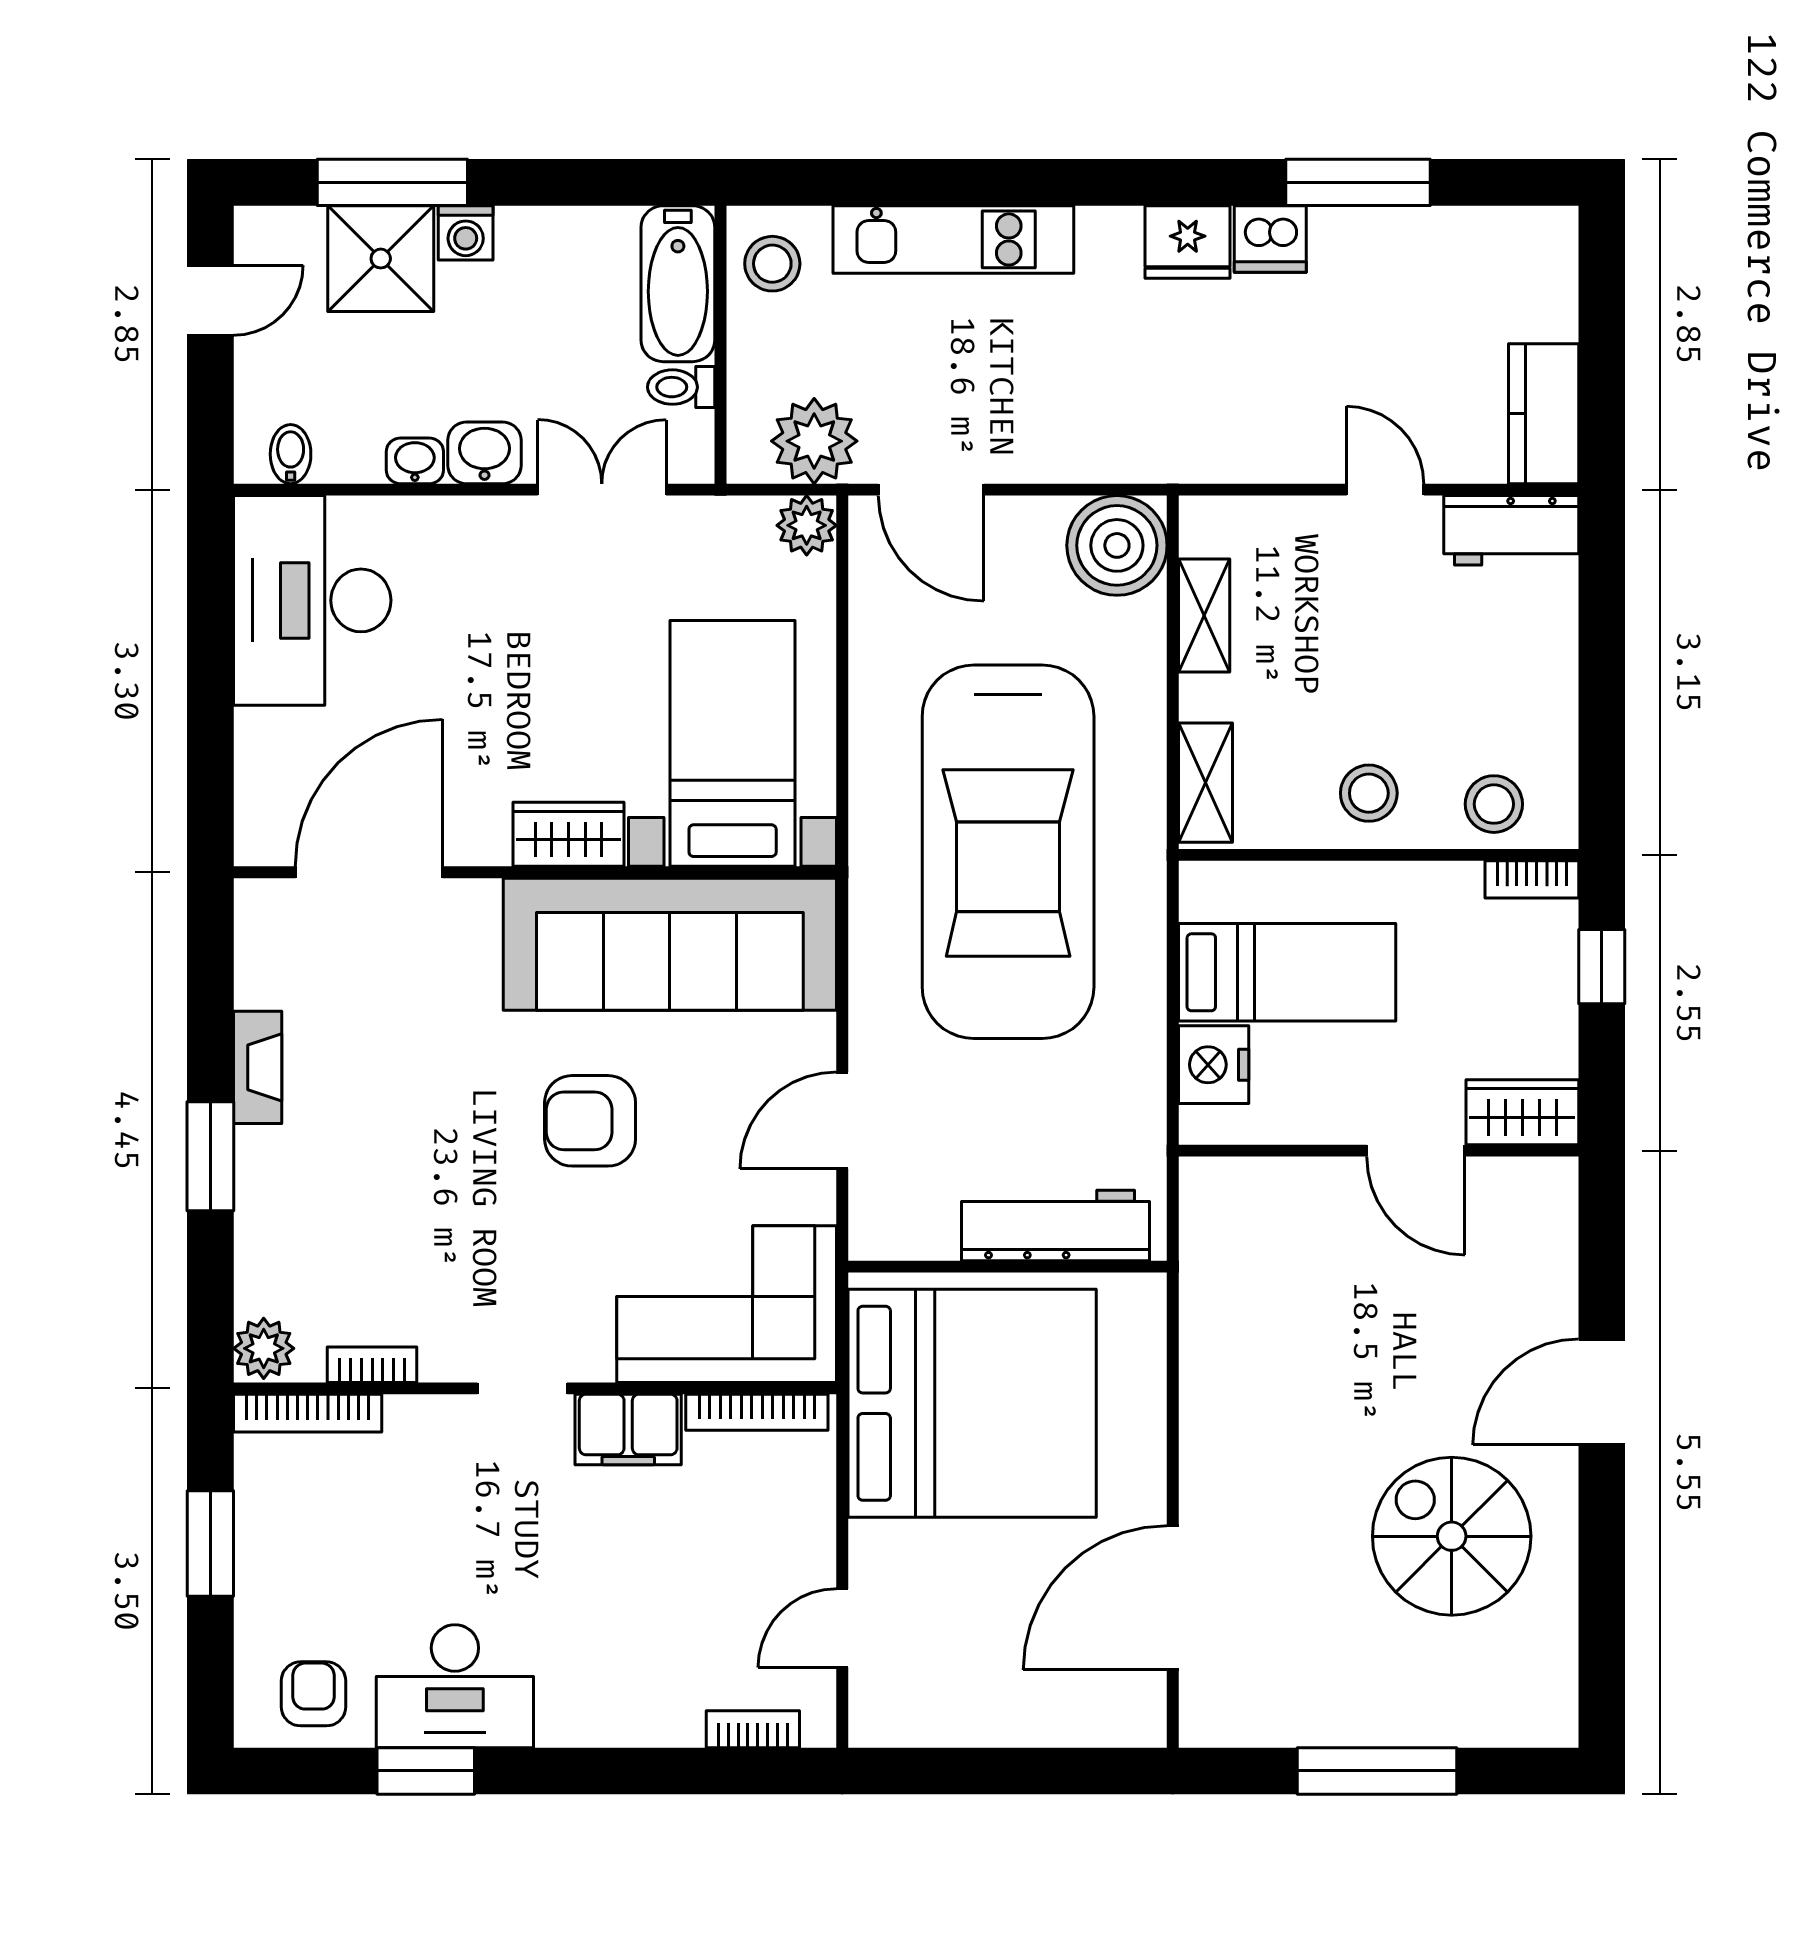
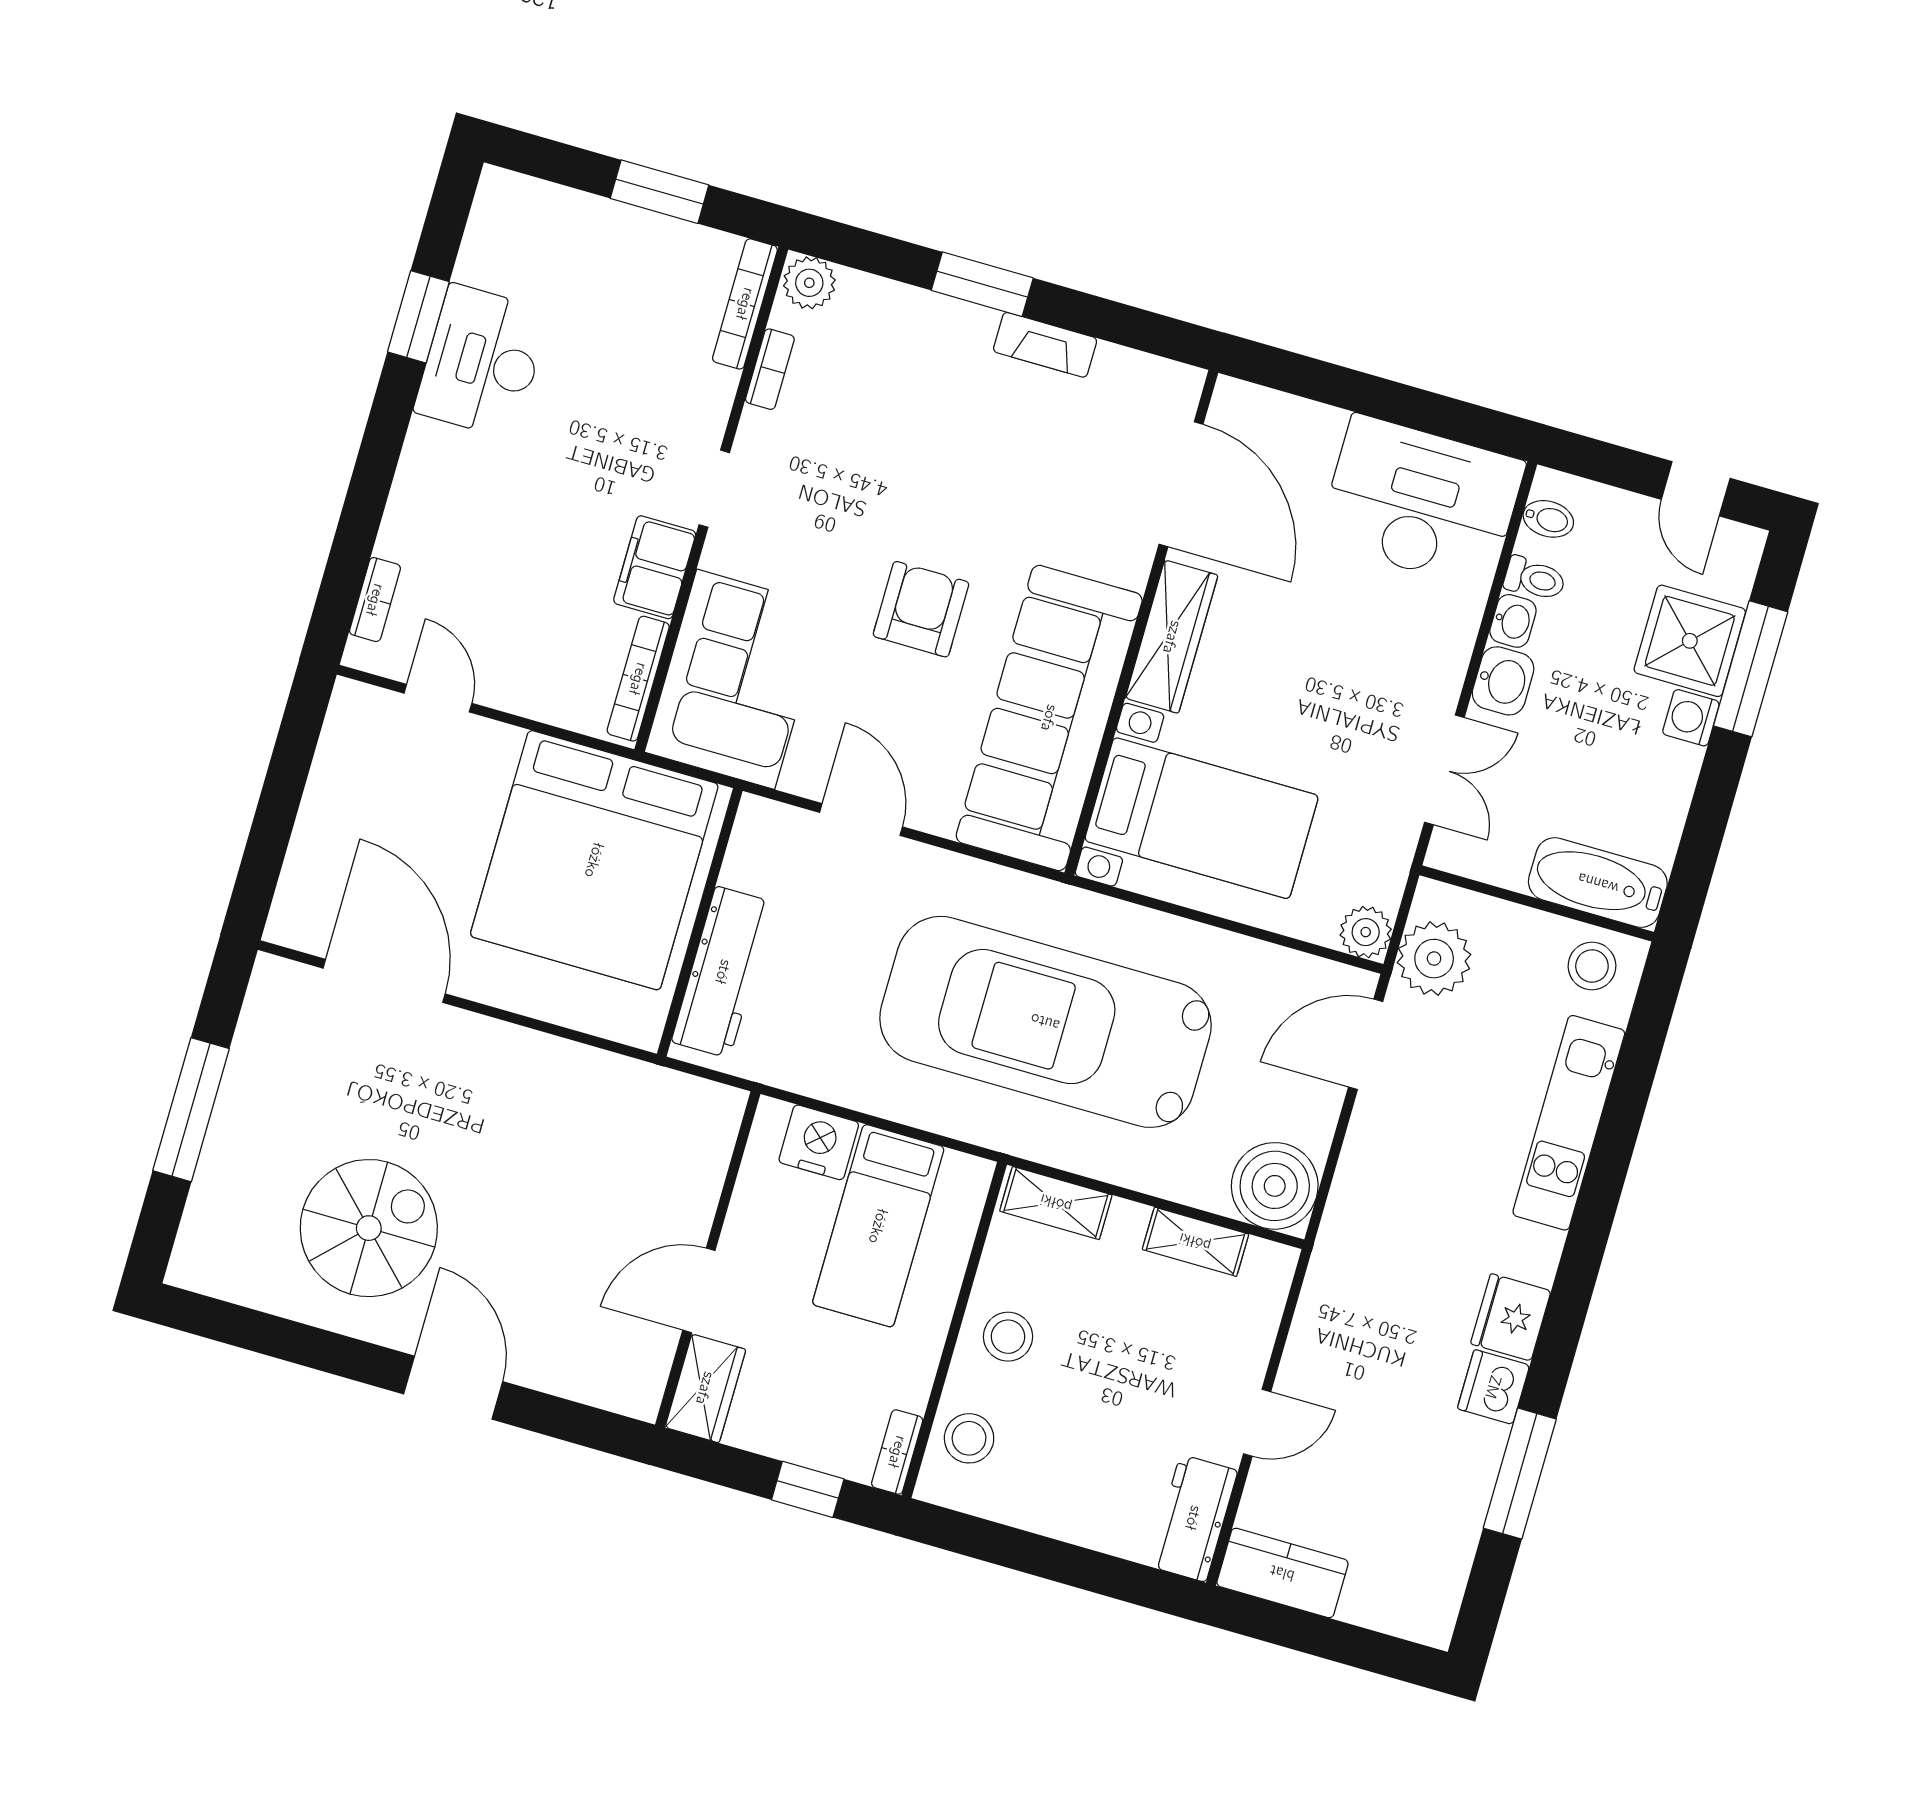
toilet: (681, 387) -> (1535, 579), moved, turned 90
wardrobe: (569, 834) -> (1172, 637), width x1.50
armchair: (314, 1694) -> (510, 242), removed

